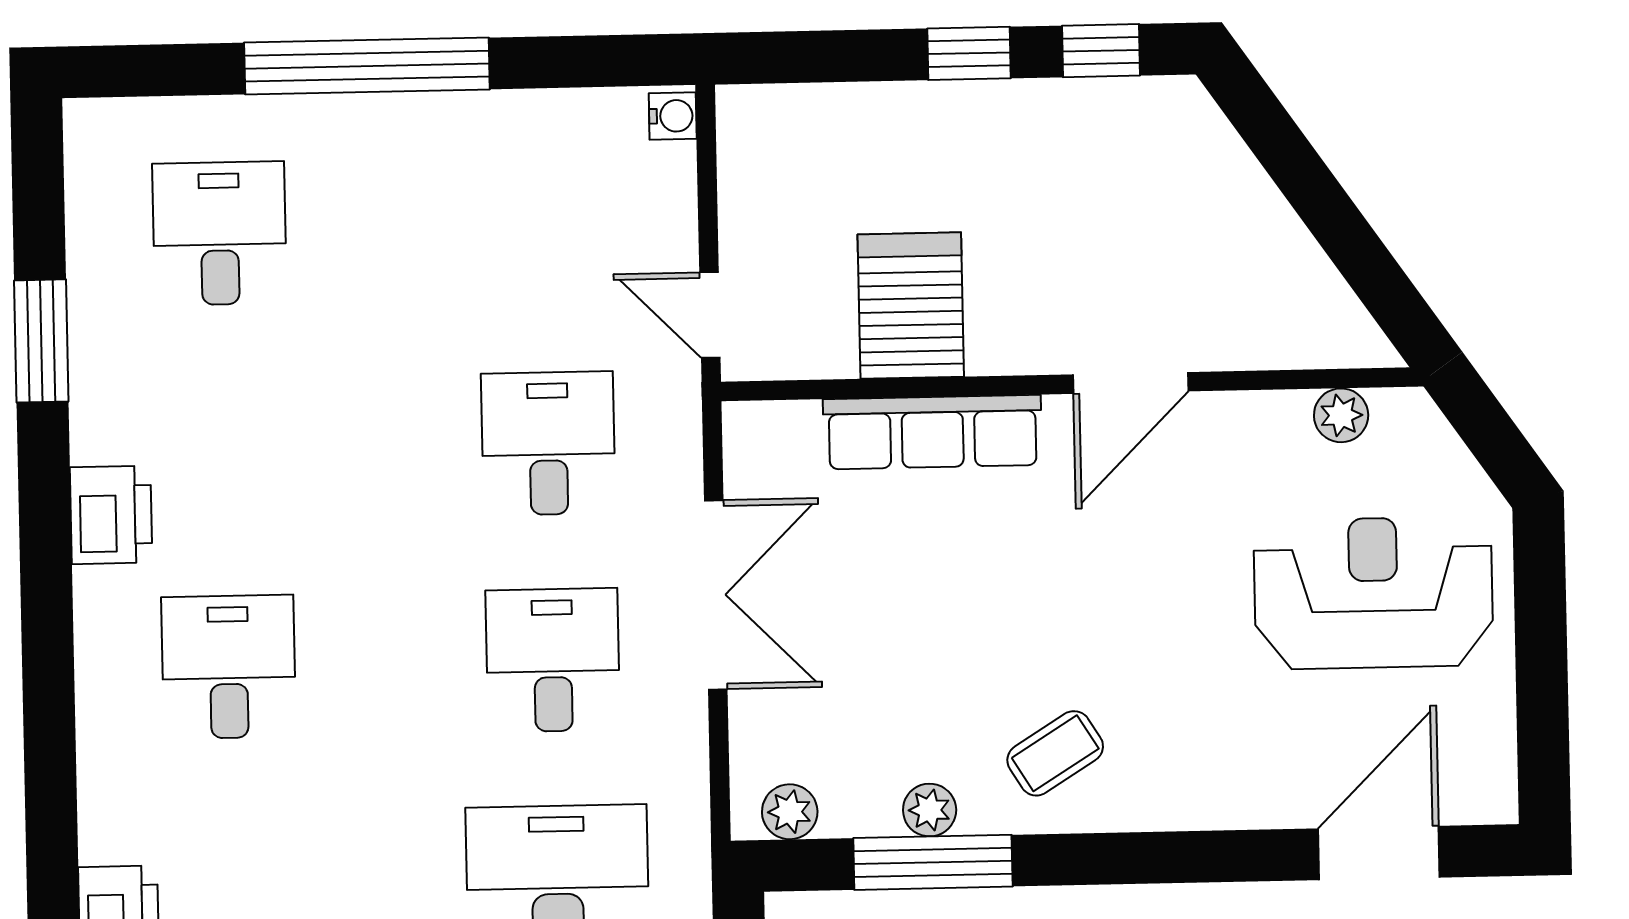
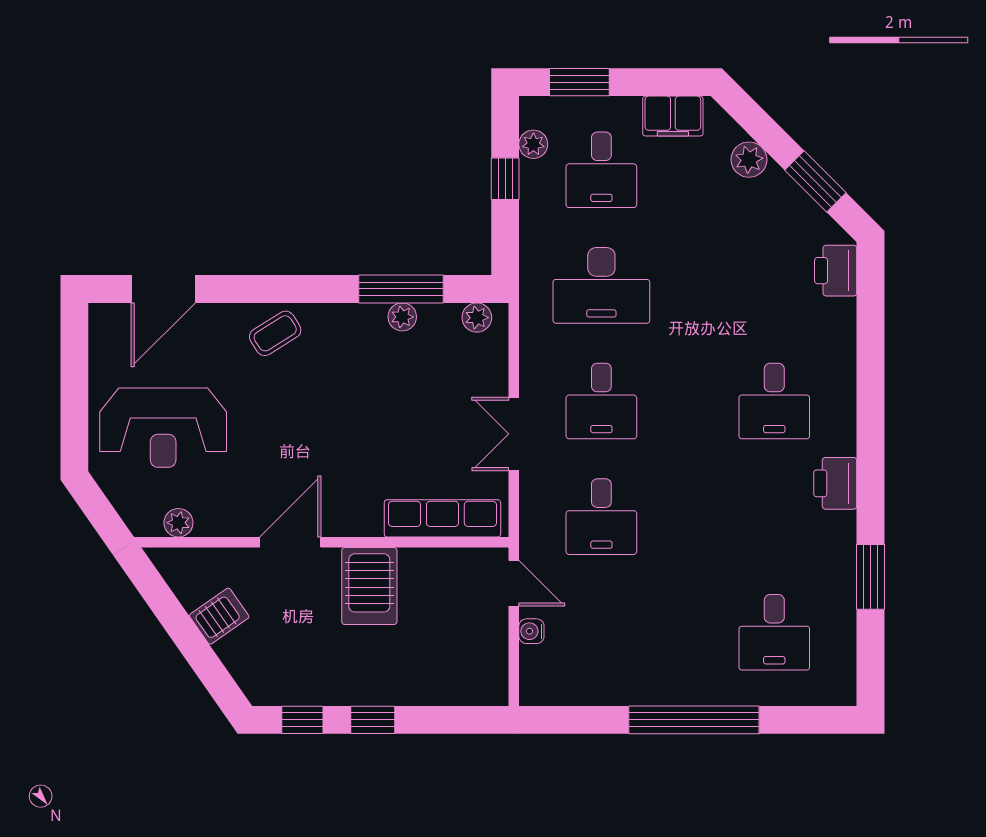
water cooler: (673, 116) -> (531, 631), moved
server rack: (1261, 242) -> (219, 616), added
server rack: (911, 306) -> (369, 586), moved
row of seats: (932, 432) -> (442, 518), moved
double door: (716, 595) -> (514, 434), width x0.73
coffee table: (1055, 753) -> (275, 333), moved

